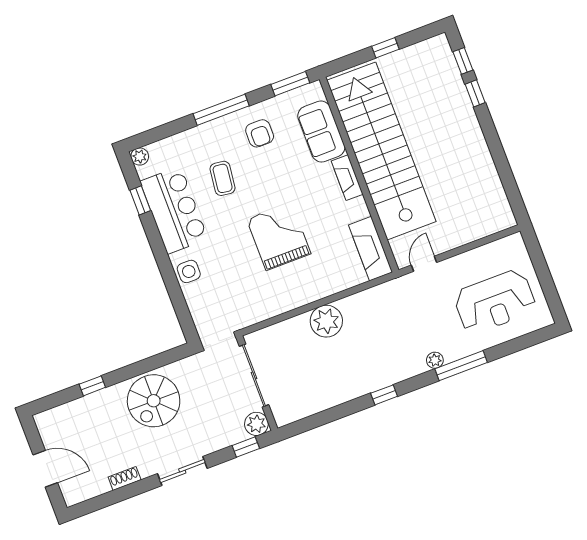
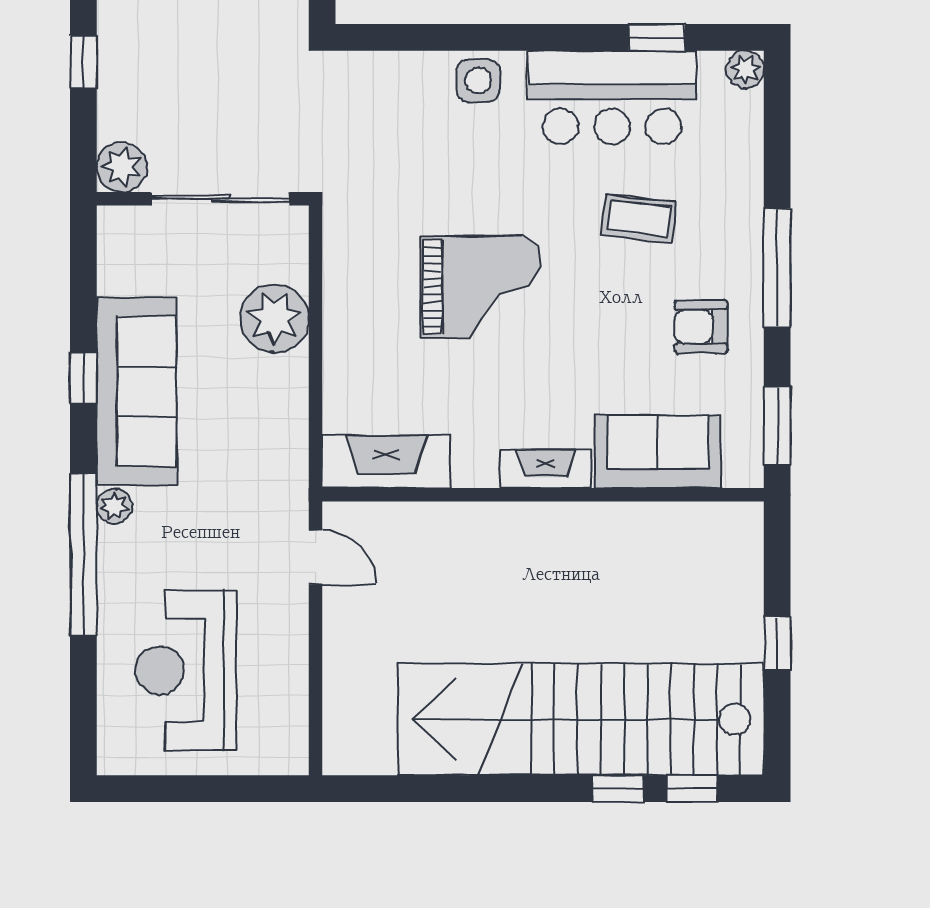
stairs: (381, 151) -> (581, 719), moved, turned 180
window: (461, 366) -> (83, 555), width x1.46
sofa: (381, 369) -> (137, 391), added
sliding door: (254, 376) -> (220, 199), moved
wall: (257, 383) -> (203, 199), moved
plant: (256, 424) -> (122, 167), moved

